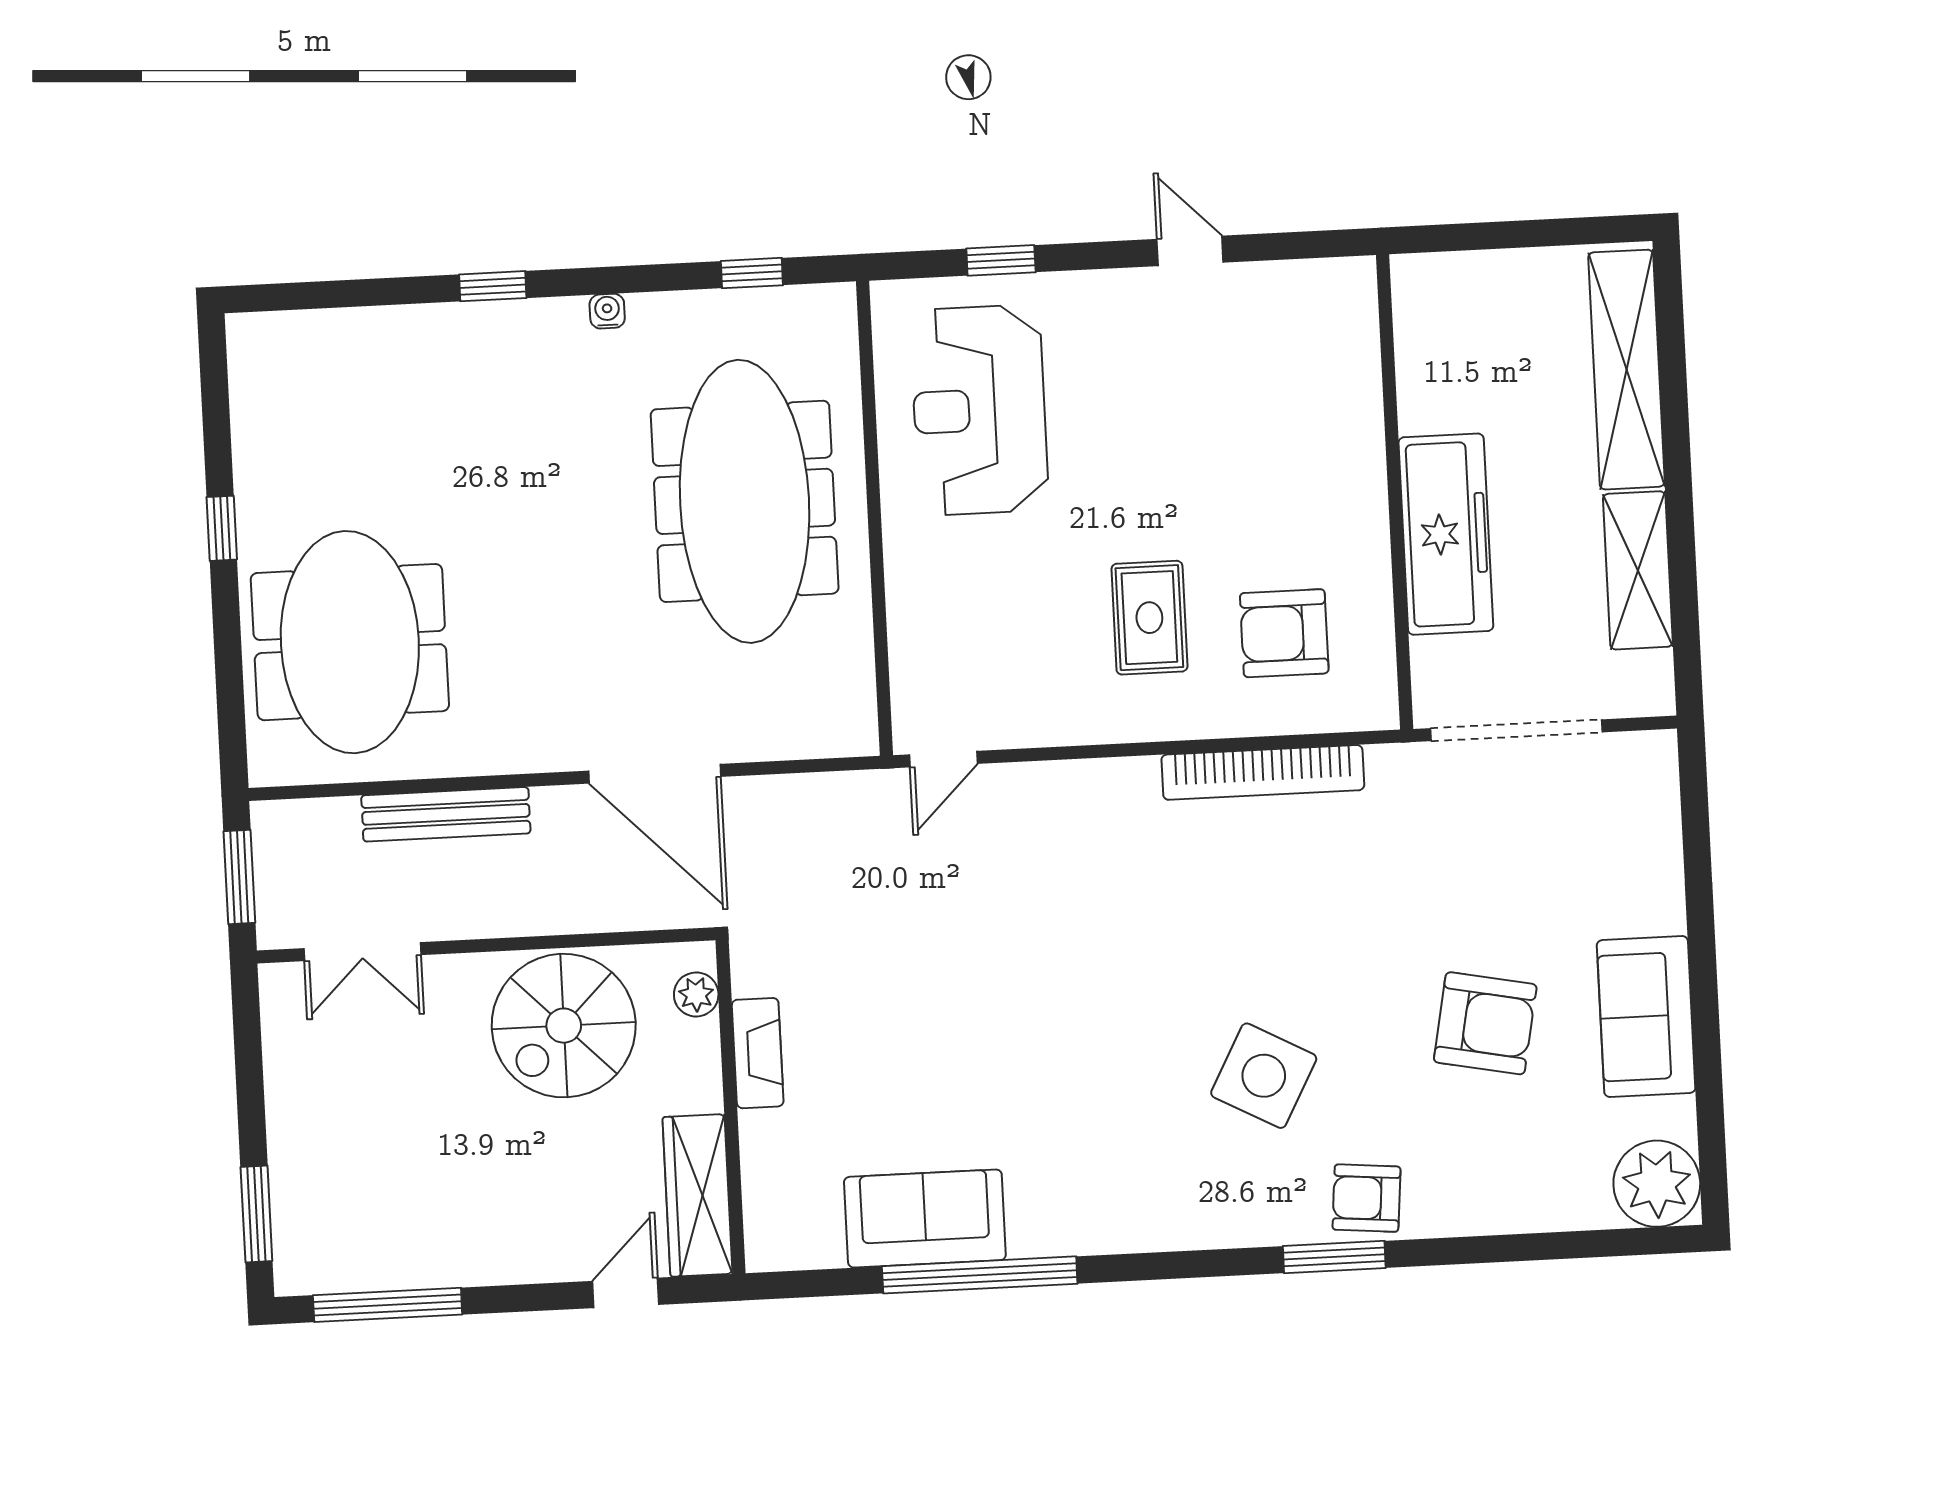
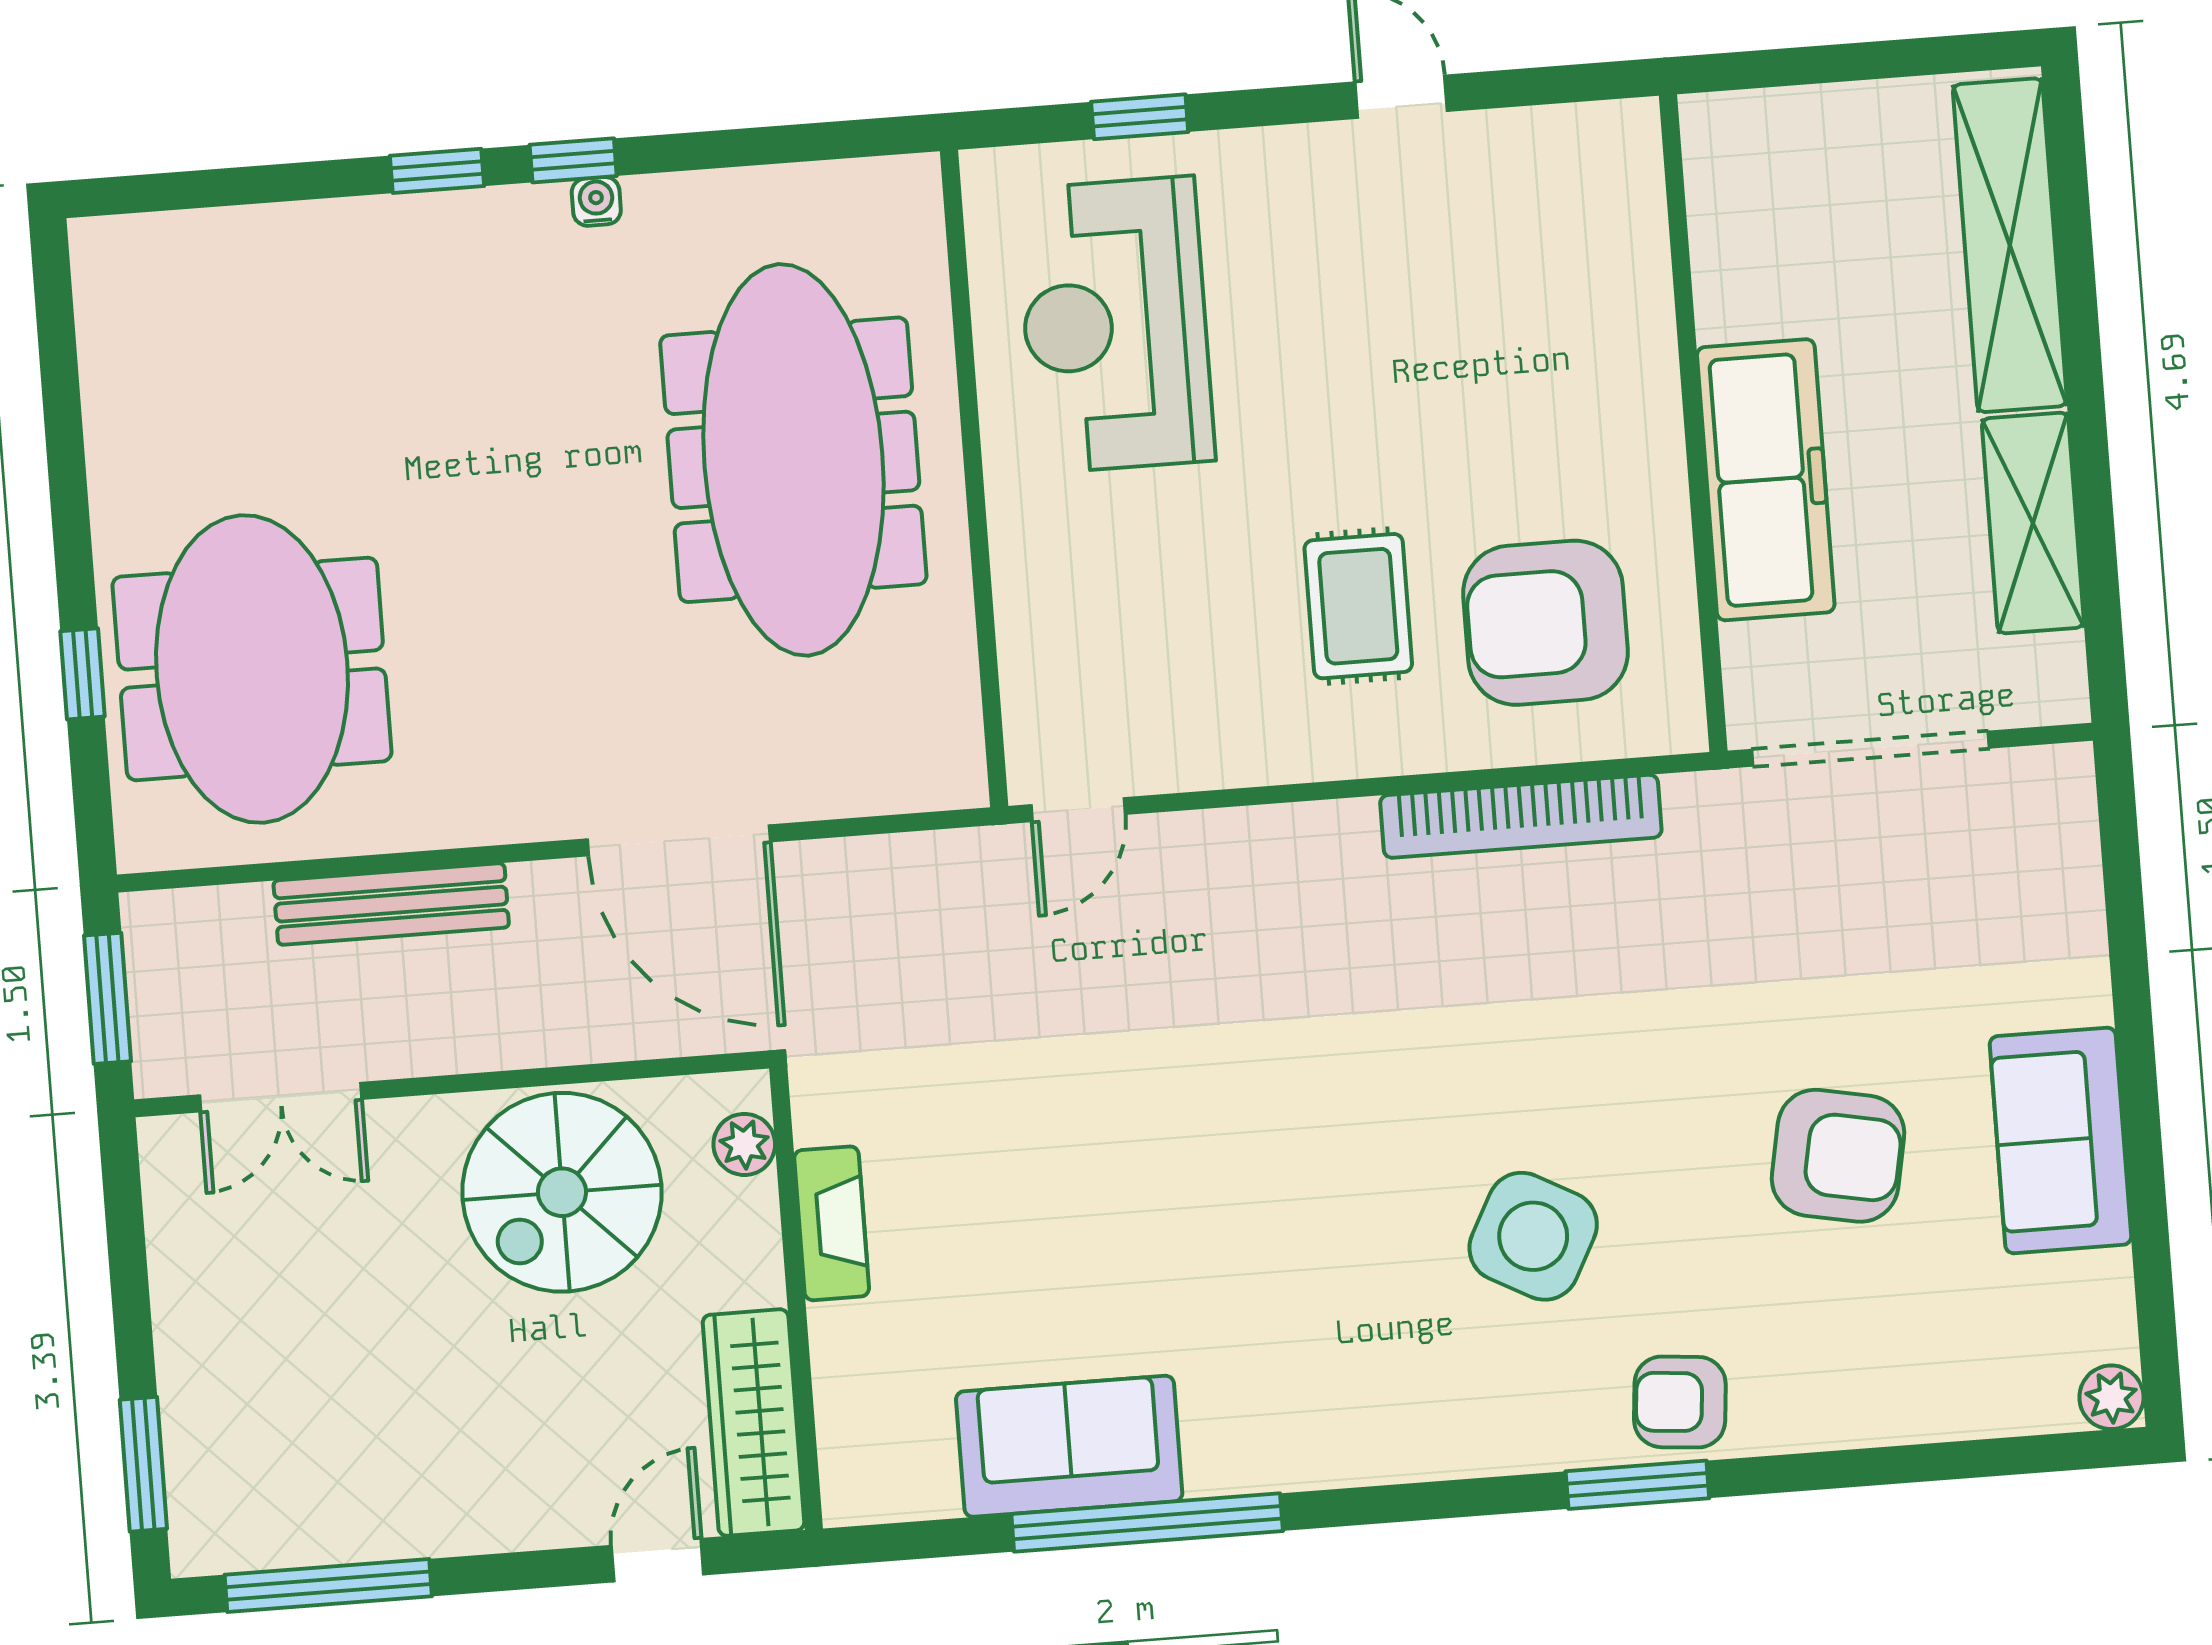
window: (752, 273) -> (573, 160), moved
window: (222, 528) -> (83, 674), moved
armchair: (1284, 633) -> (1545, 623), width x1.36, depth x1.36
plant: (1657, 1184) -> (2111, 1397), width x0.53, depth x0.53

